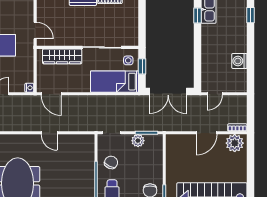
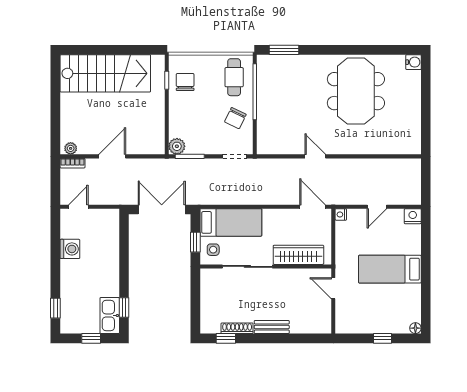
door: (215, 94) -> (78, 207), moved
plant: (138, 141) -> (177, 146), moved
plant: (235, 143) -> (71, 148), width x0.53, depth x0.53

